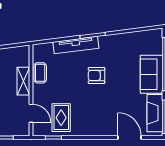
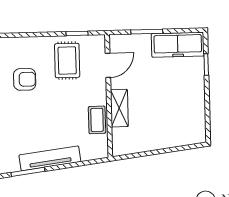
armchair: (96, 76) -> (25, 79), moved
door: (31, 113) -> (108, 65), swing flipped

